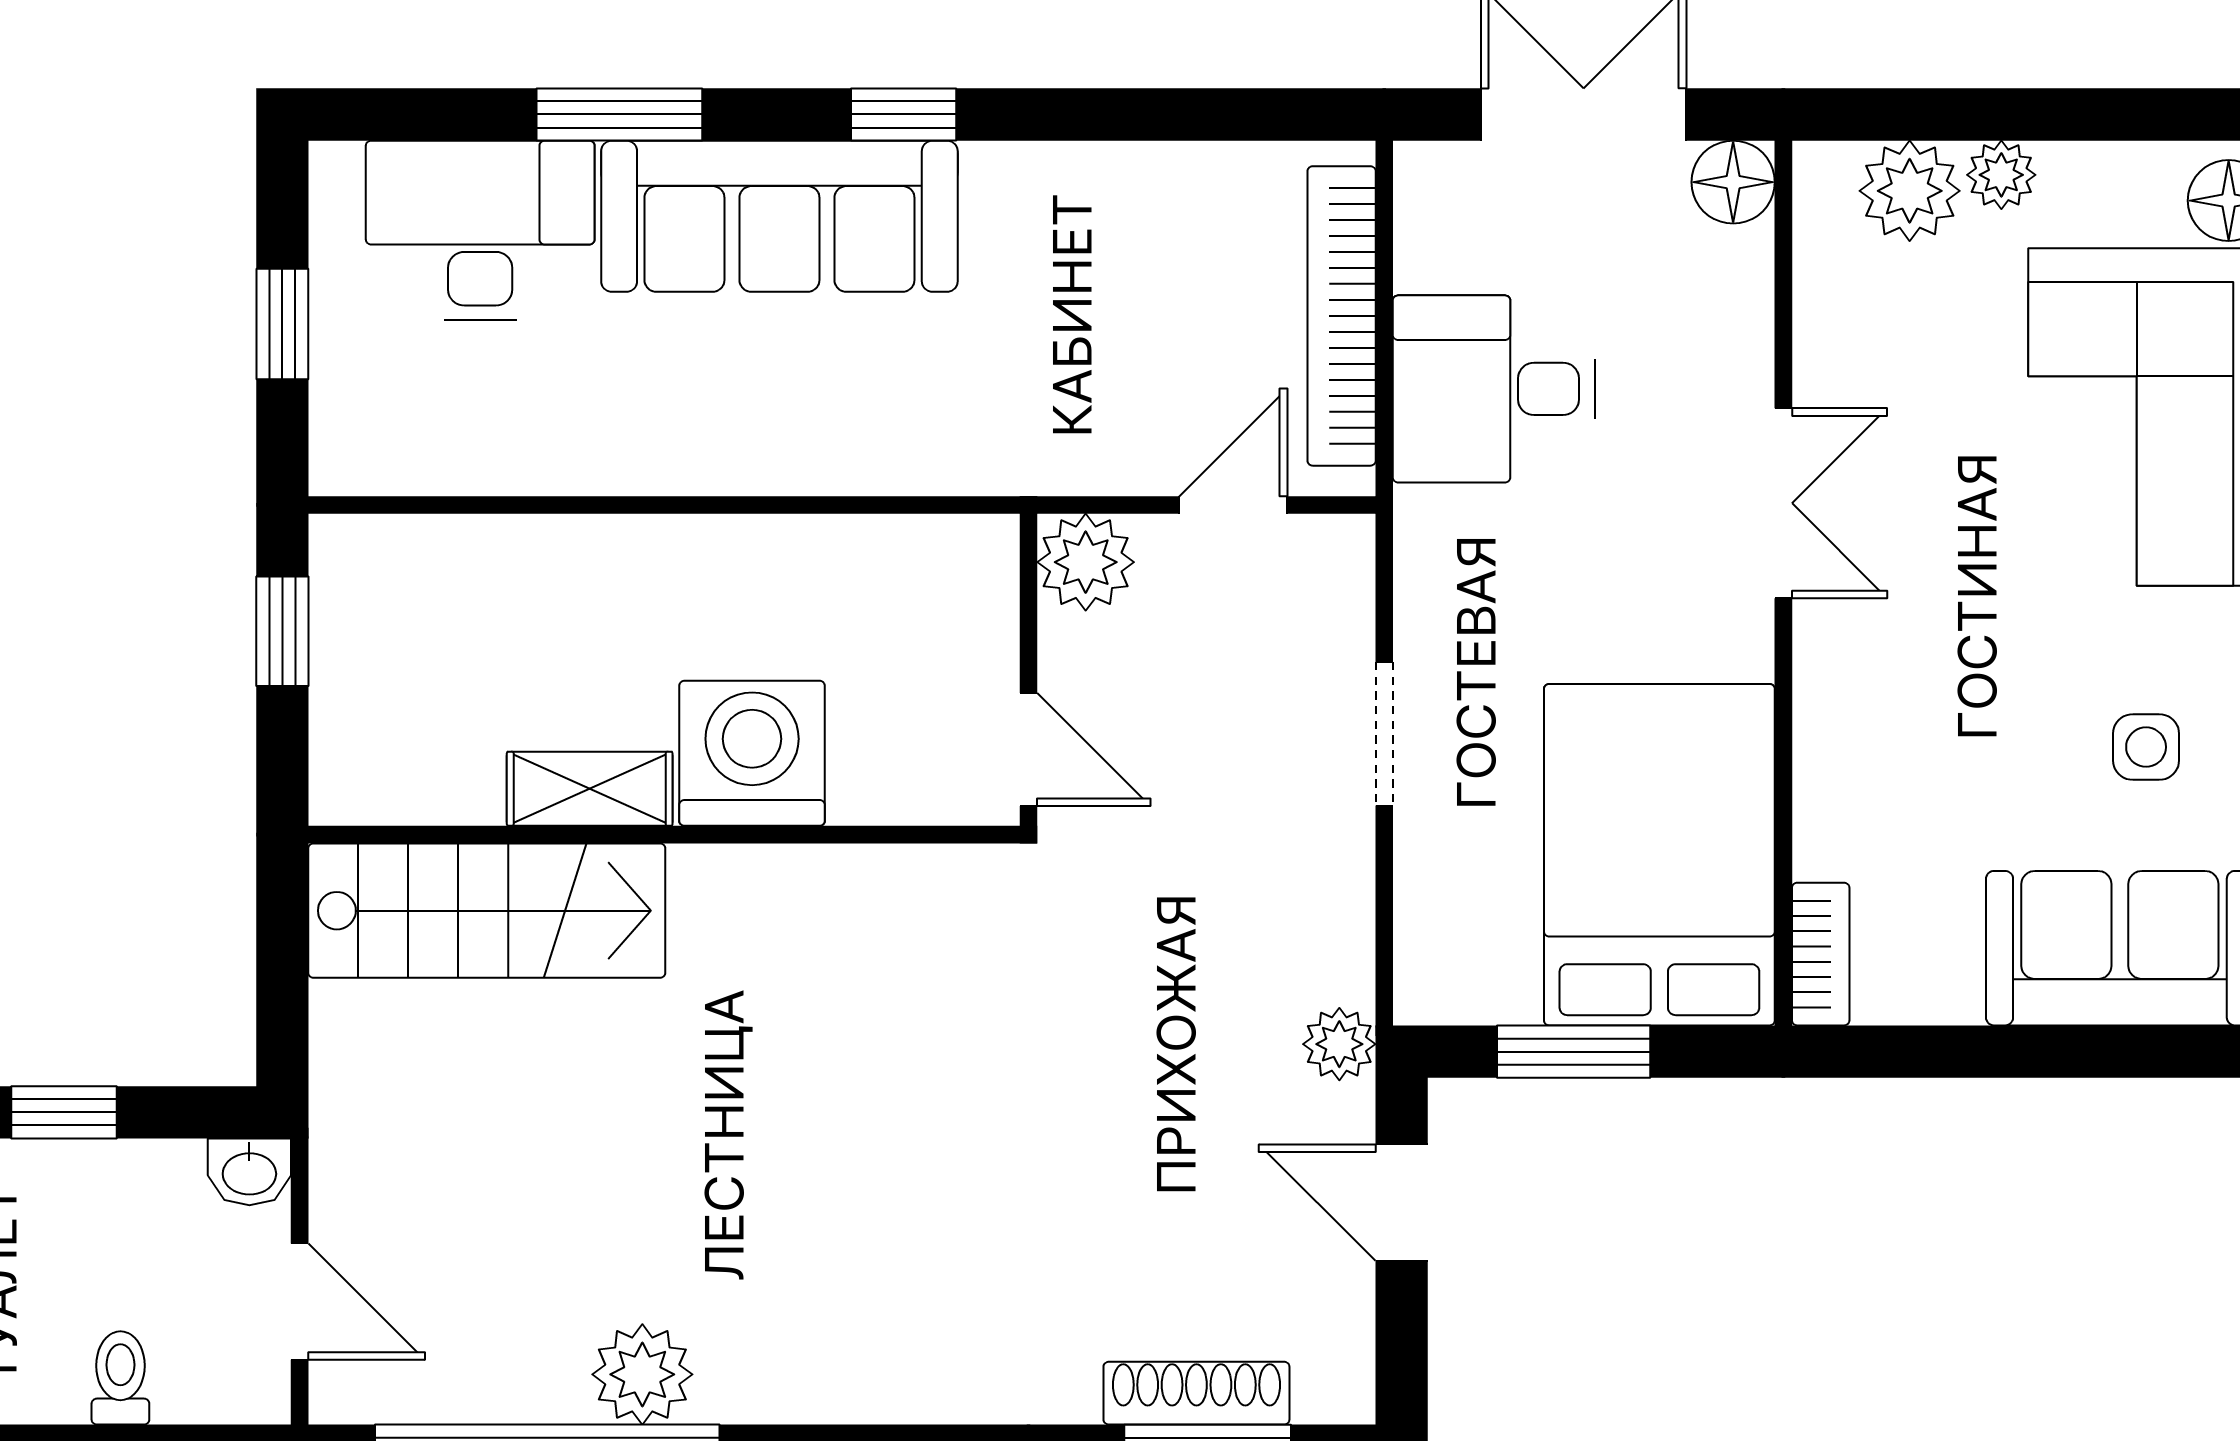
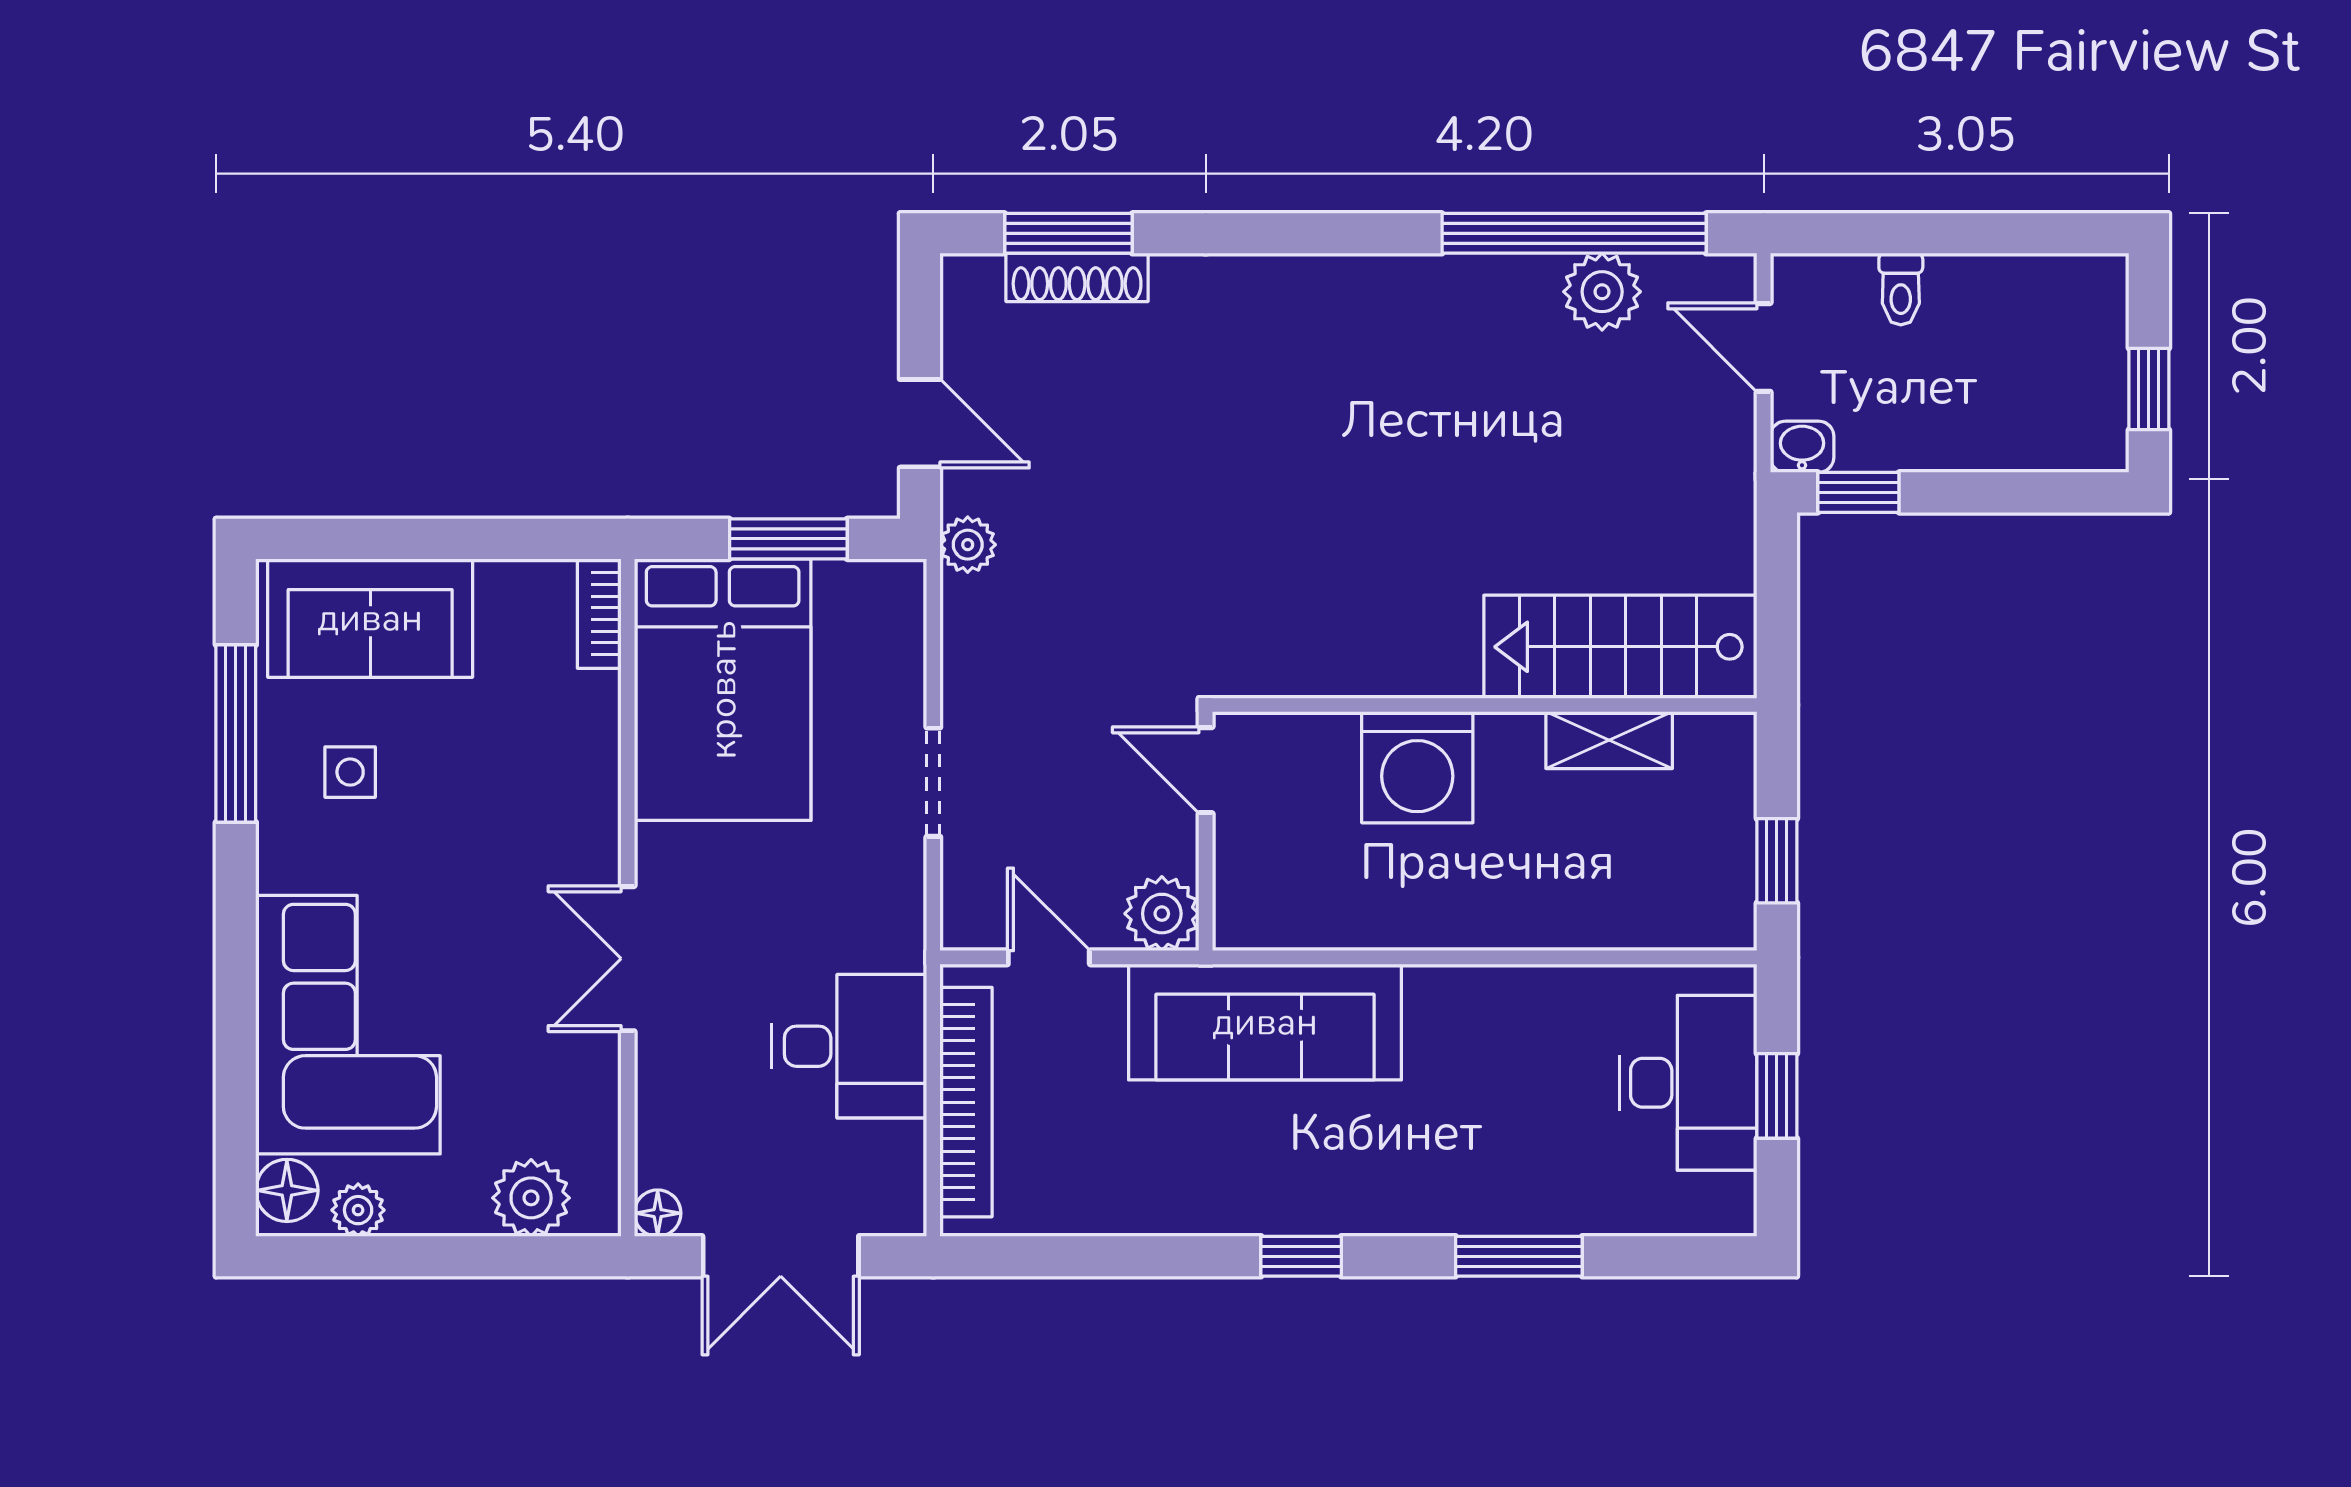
plant: (2001, 175) -> (358, 1210), moved
floor lamp: (1733, 182) -> (658, 1213), width x0.73, depth x0.73
sofa: (779, 216) -> (1265, 1022), moved, turned 180
desk: (480, 230) -> (1688, 1083), moved, turned -90
door: (1233, 505) -> (1049, 957), swing flipped
shelving: (590, 789) -> (1609, 740), moved
window: (64, 1112) -> (1858, 492), moved
plant: (642, 1374) -> (1602, 292), moved

